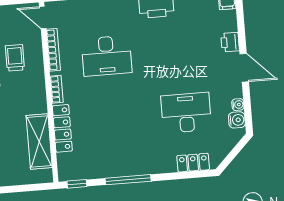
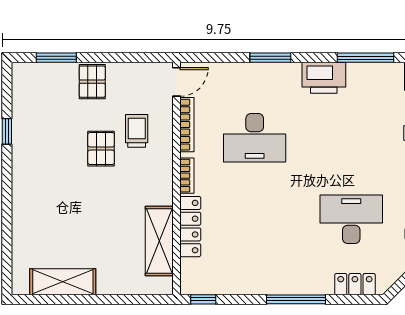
door: (43, 17) -> (177, 82), swing flipped
window: (128, 180) -> (296, 299), moved

